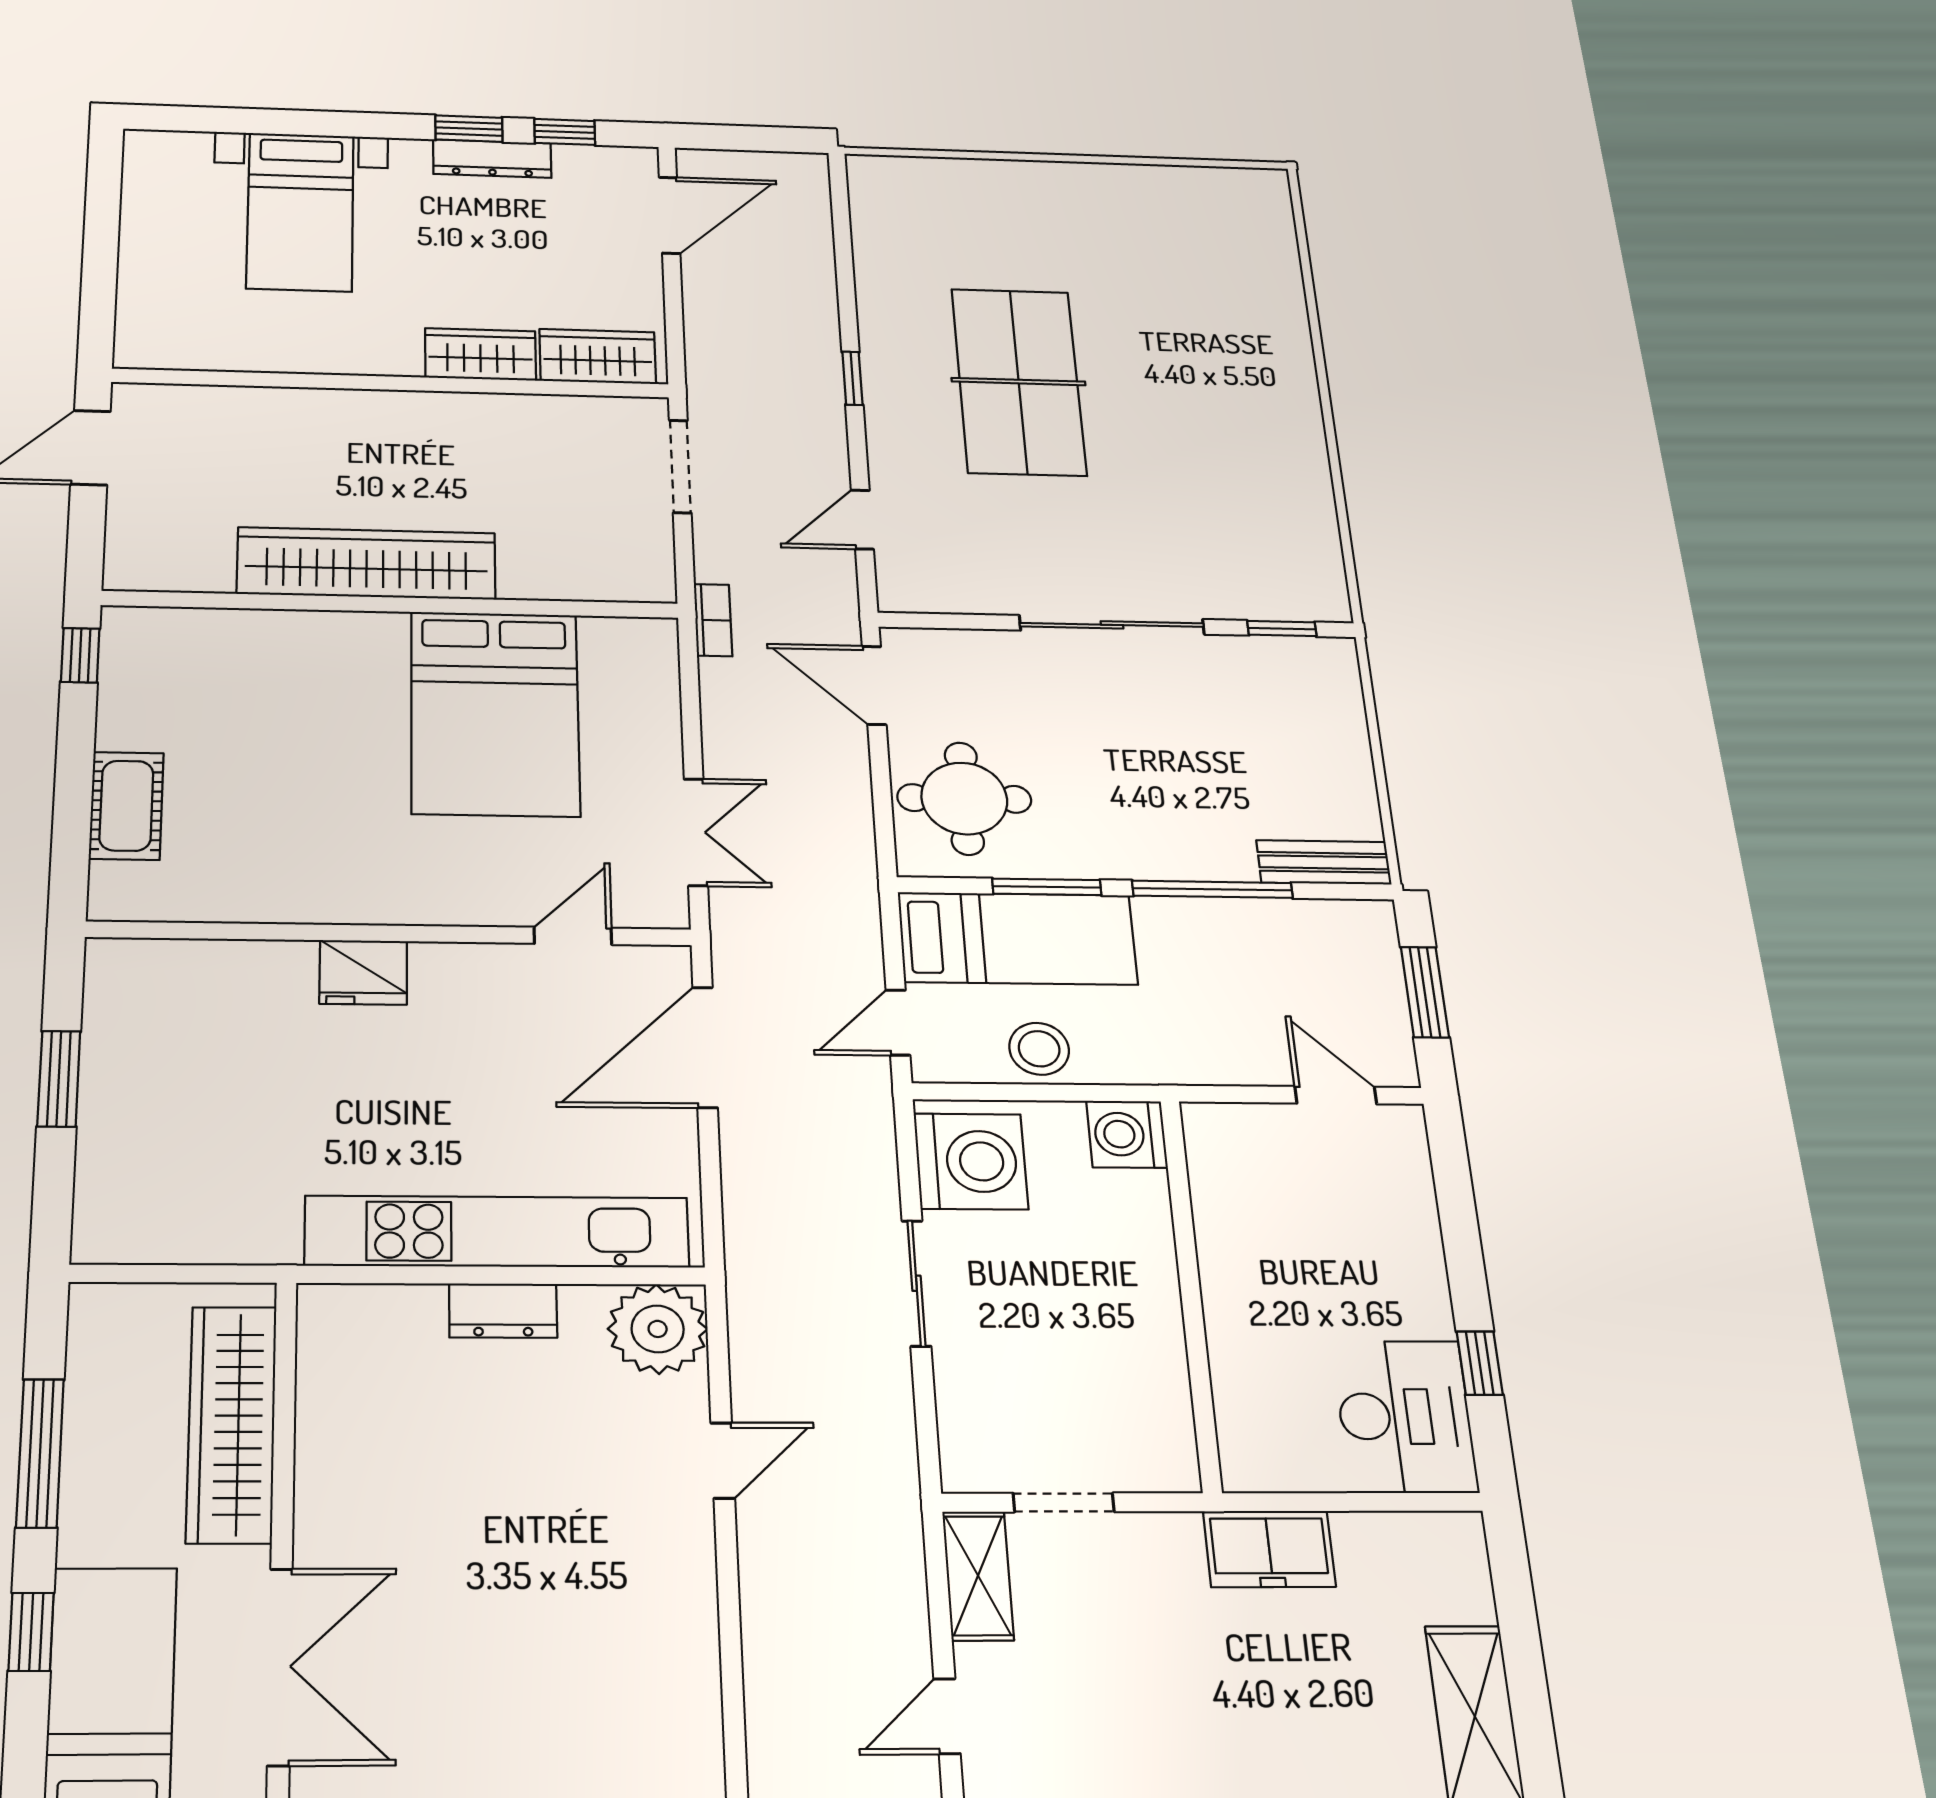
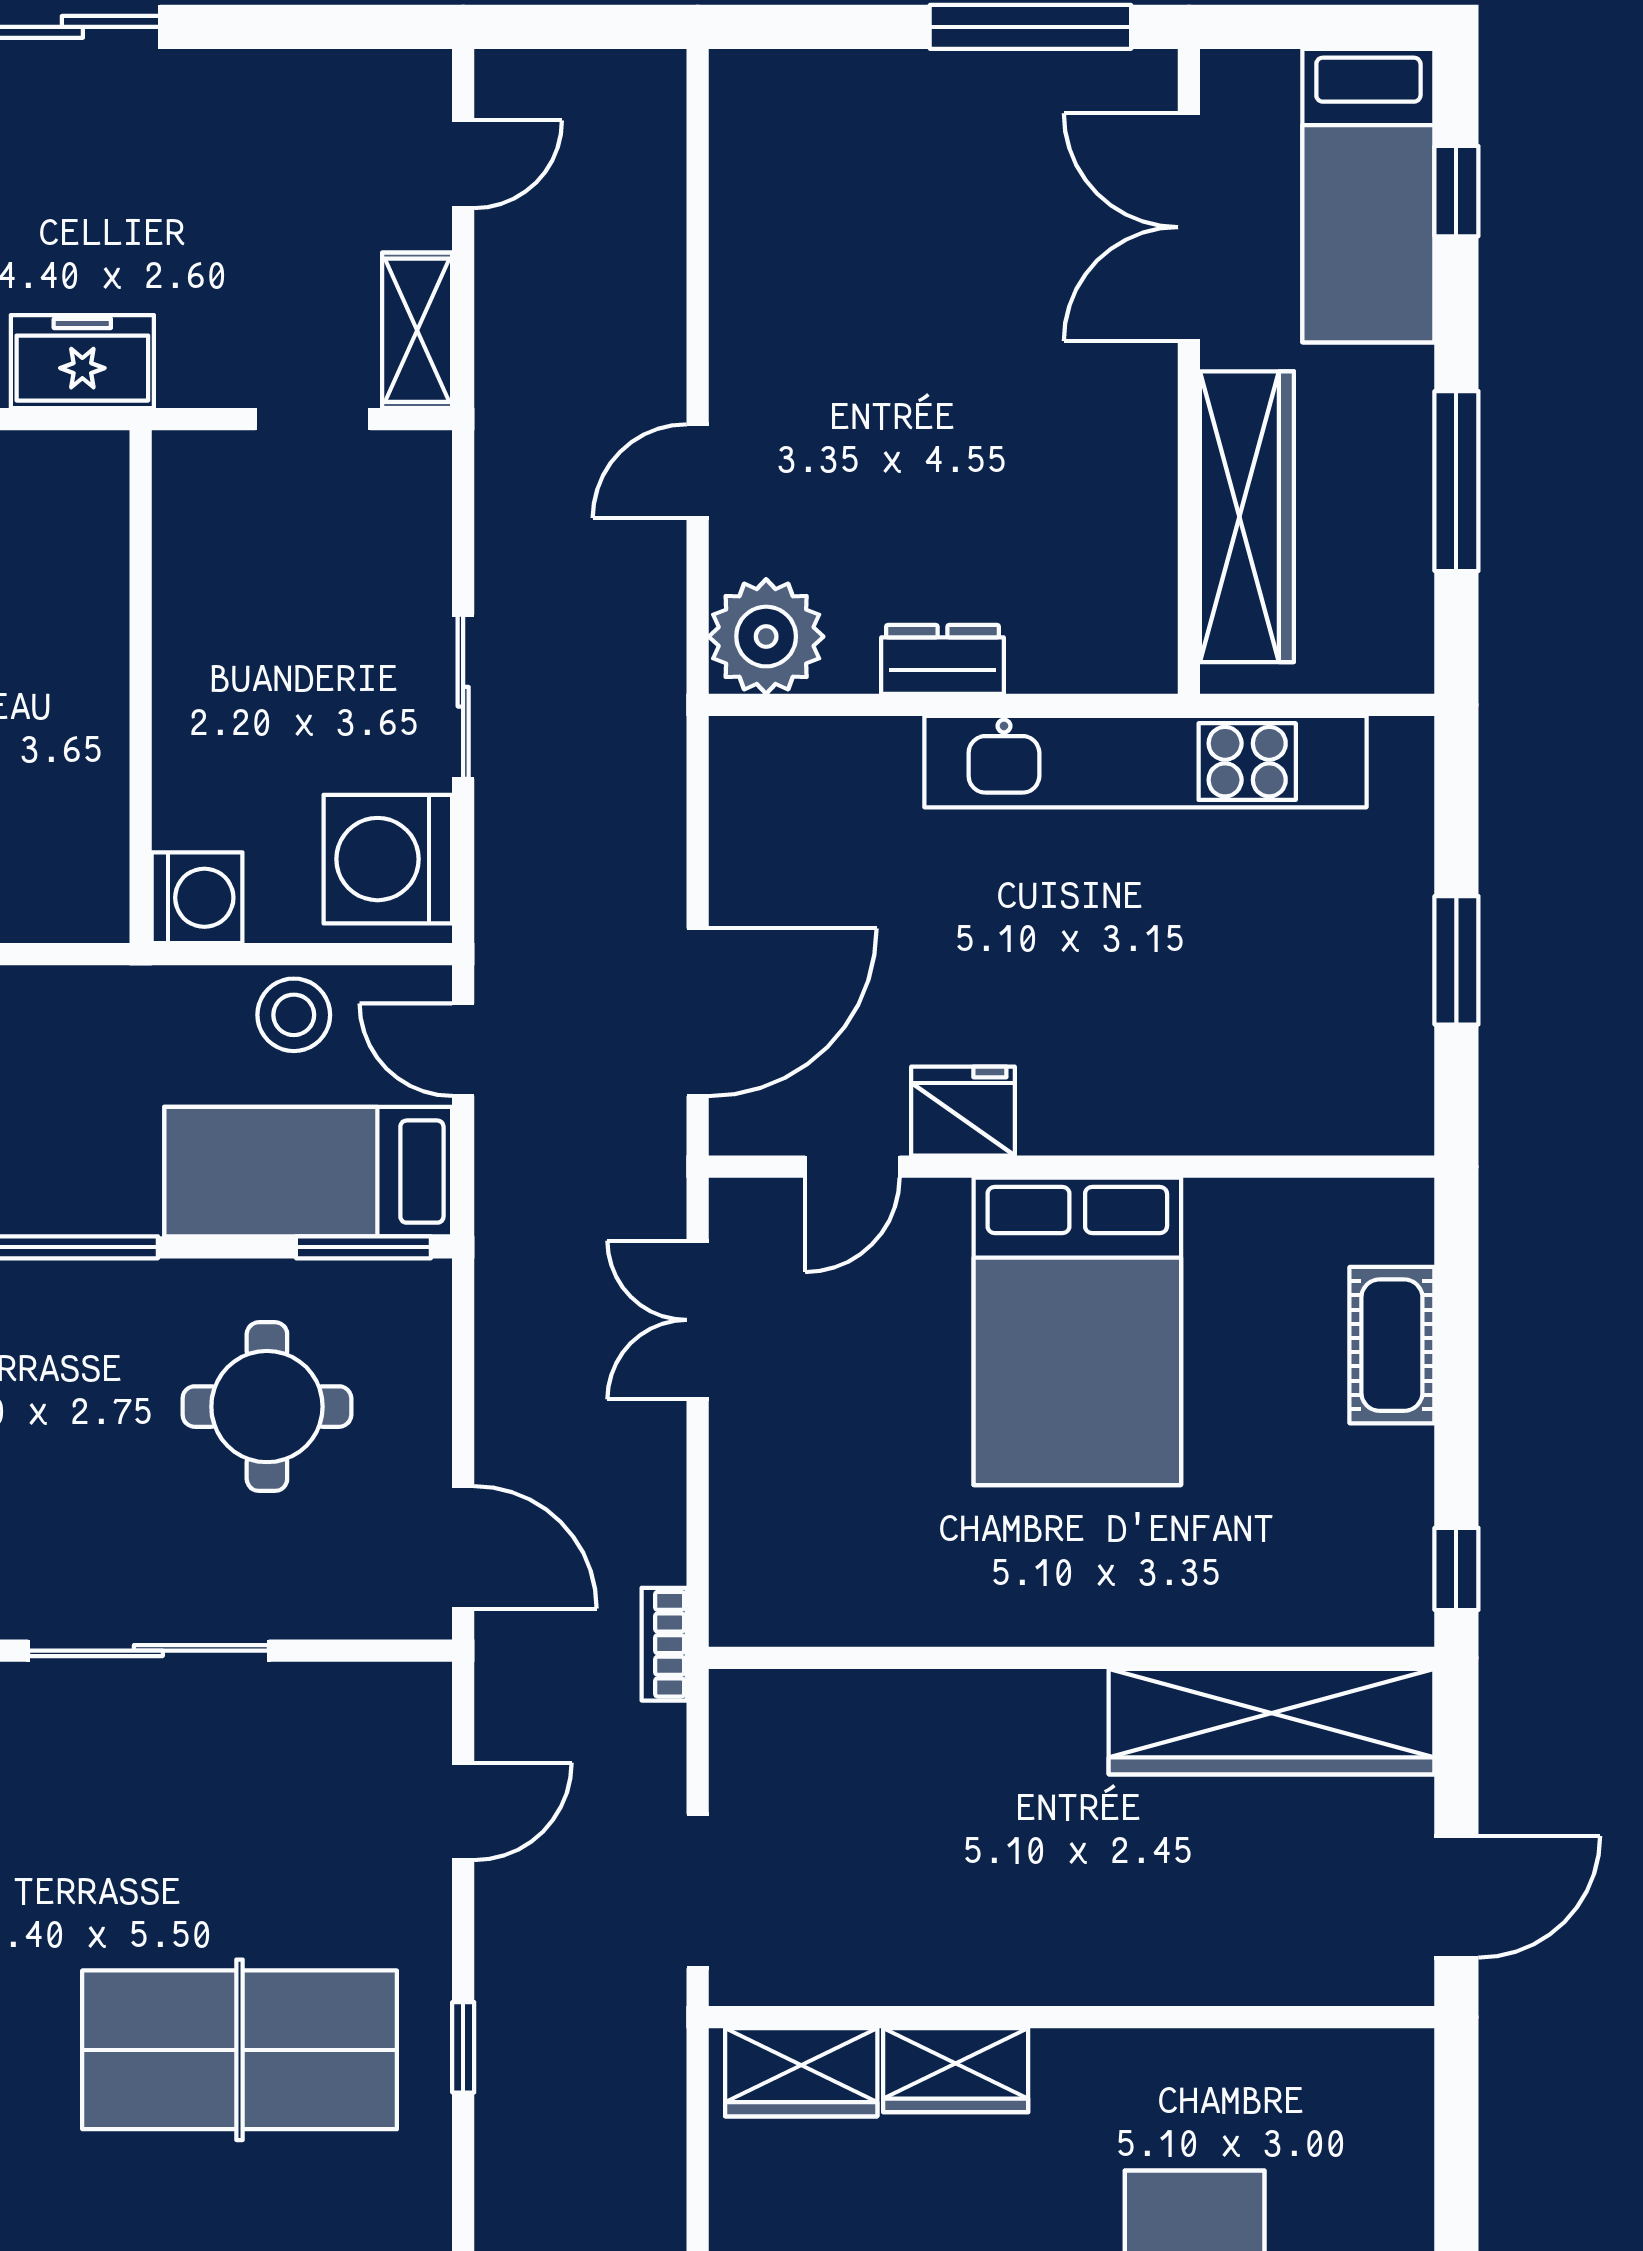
table tennis table: (1019, 382) -> (240, 2050), turned 90
wardrobe: (367, 563) -> (1272, 1722), moved
bed: (495, 713) -> (1077, 1331), moved, turned 180
round table: (964, 798) -> (267, 1407), moved
window: (1047, 887) -> (363, 1247), moved
fridge: (363, 972) -> (963, 1111), moved
door: (898, 1022) -> (463, 1050), swing flipped
kitchen unit: (497, 1232) -> (1145, 762), moved
window: (31, 1632) -> (1456, 191), moved

